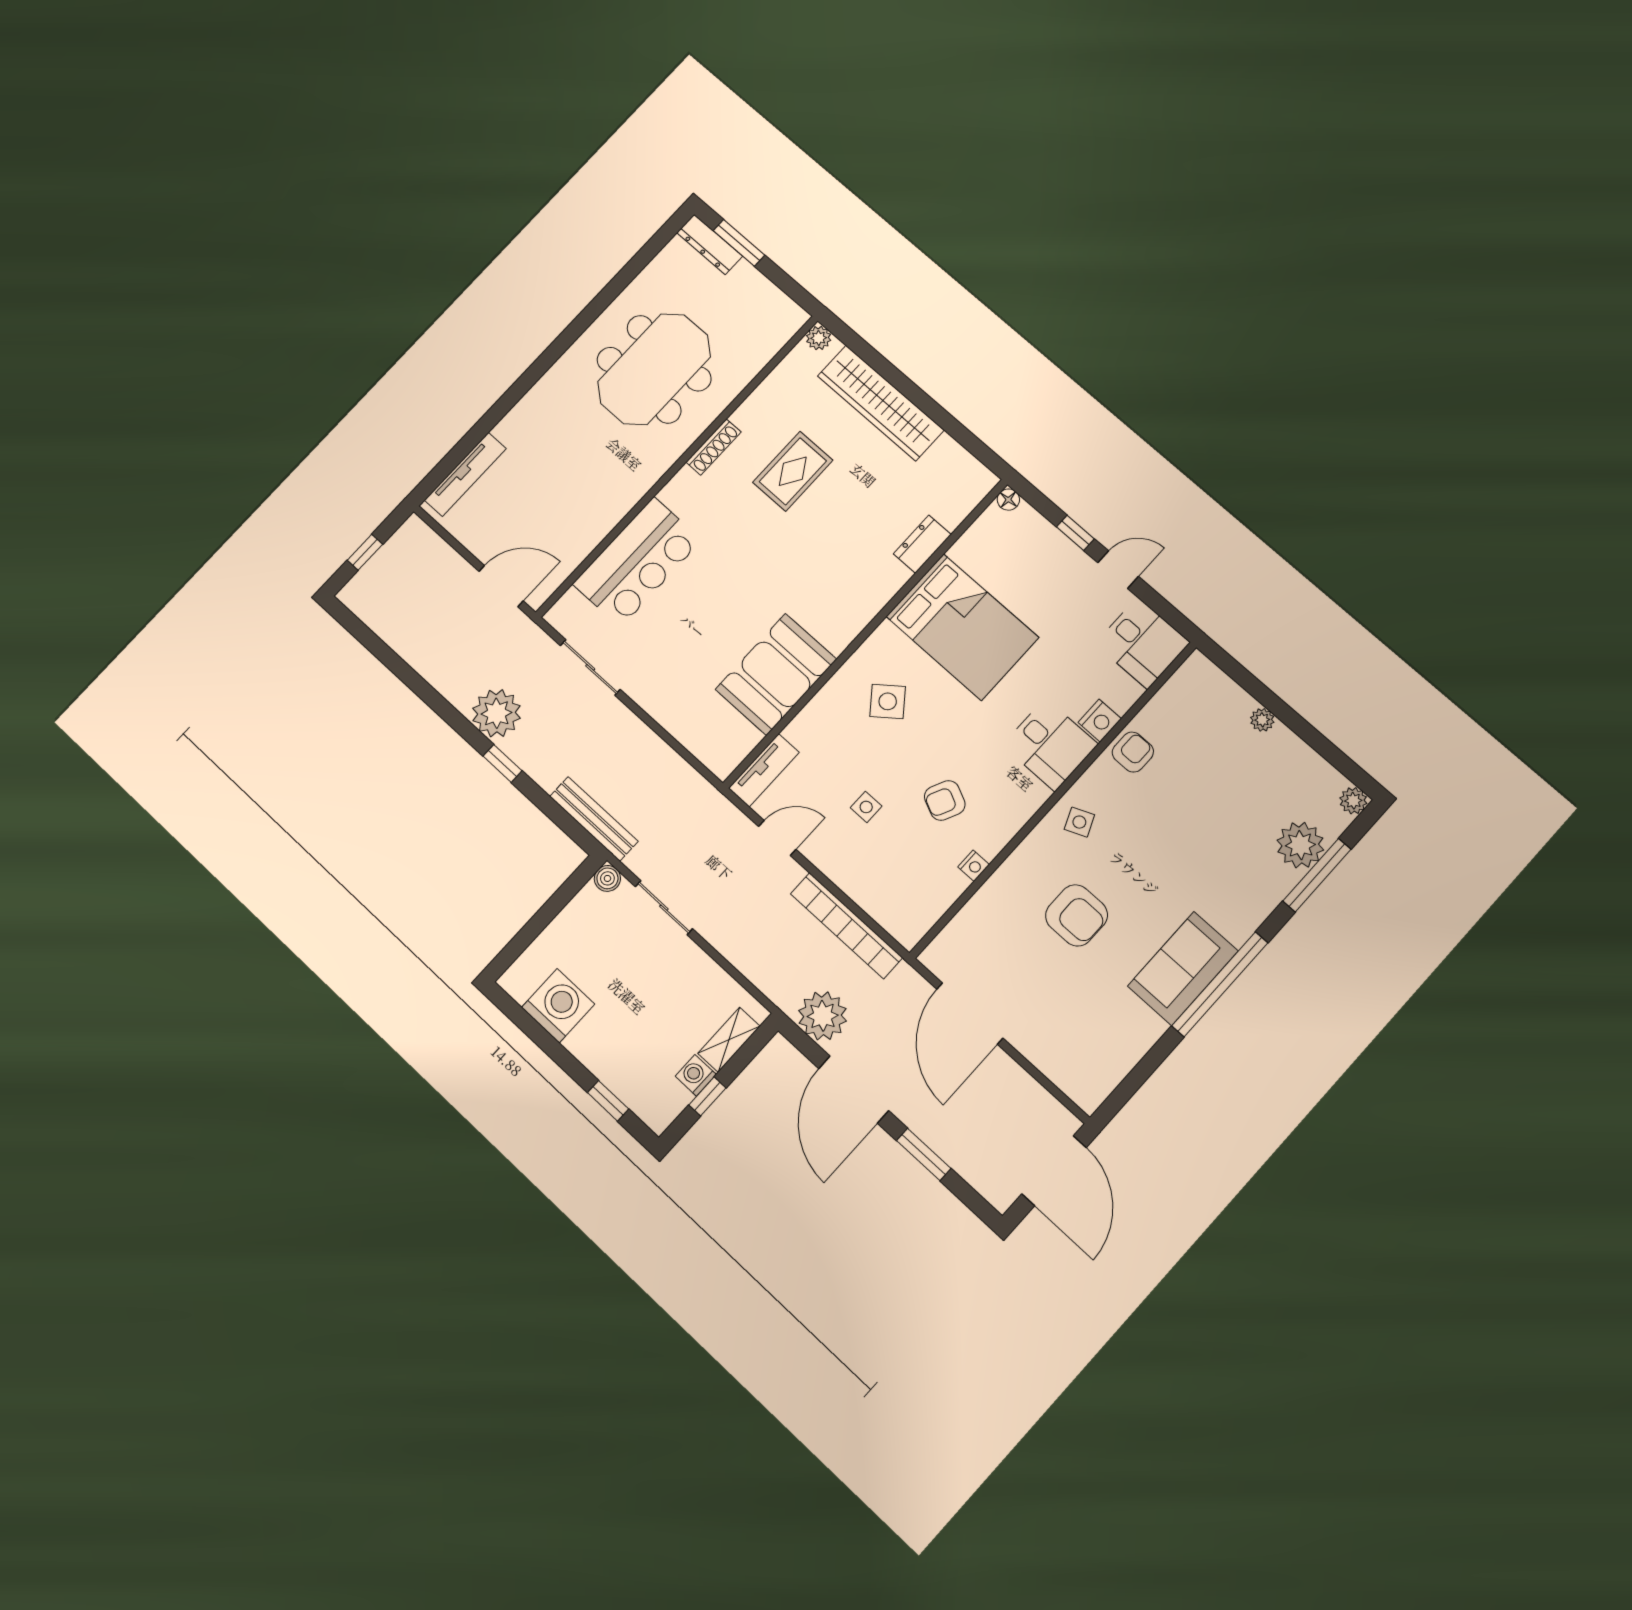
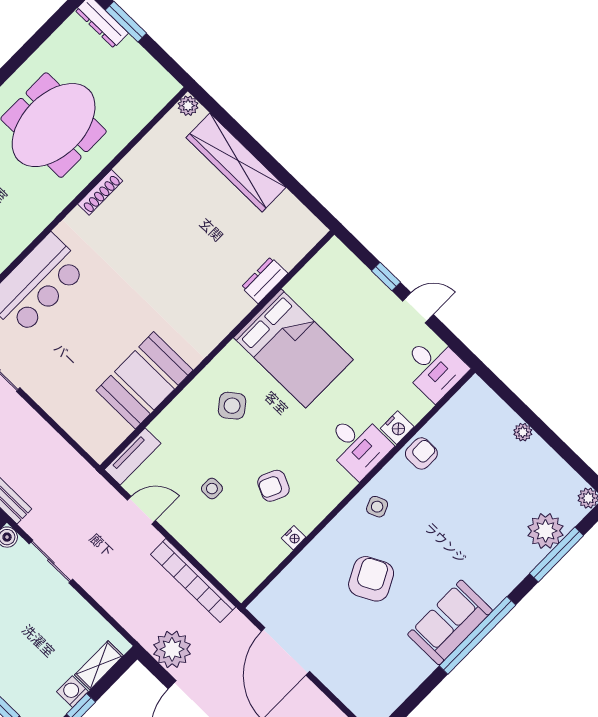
rug: (793, 471) -> (163, 216), removed
floor lamp: (1008, 500) -> (334, 247), removed
armchair: (1077, 915) -> (371, 579), turned -117

